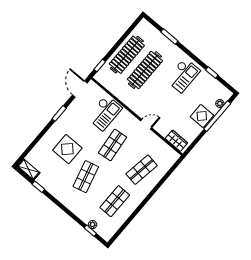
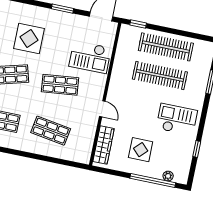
checkout: (183, 75) -> (177, 120), turned 180
display table: (202, 116) -> (141, 150), moved
wardrobe: (176, 141) -> (104, 145), width x1.50

